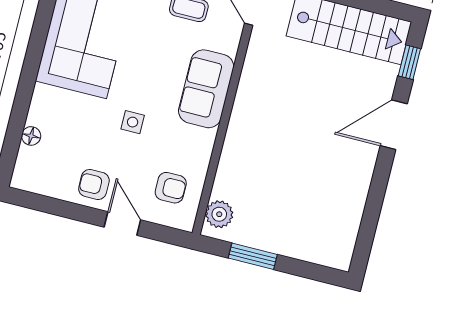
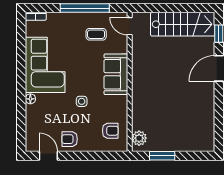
floor lamp: (31, 136) -> (30, 99), moved
door: (122, 224) -> (48, 156), moved

